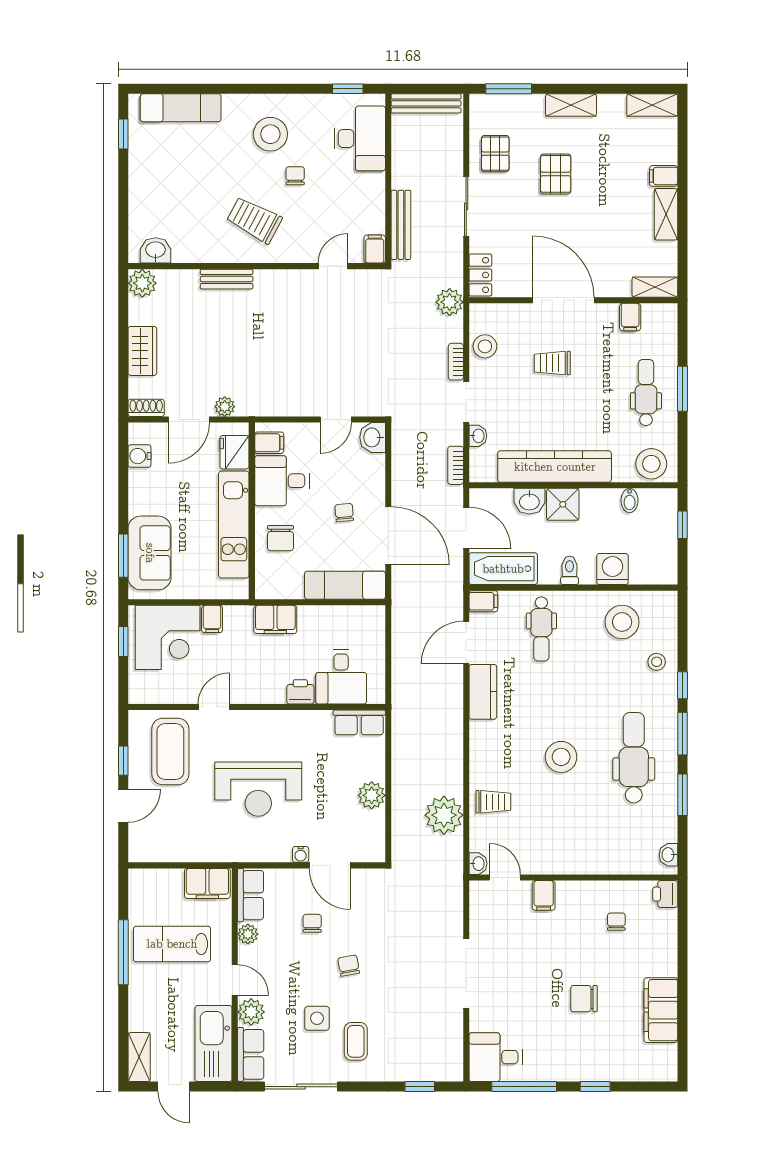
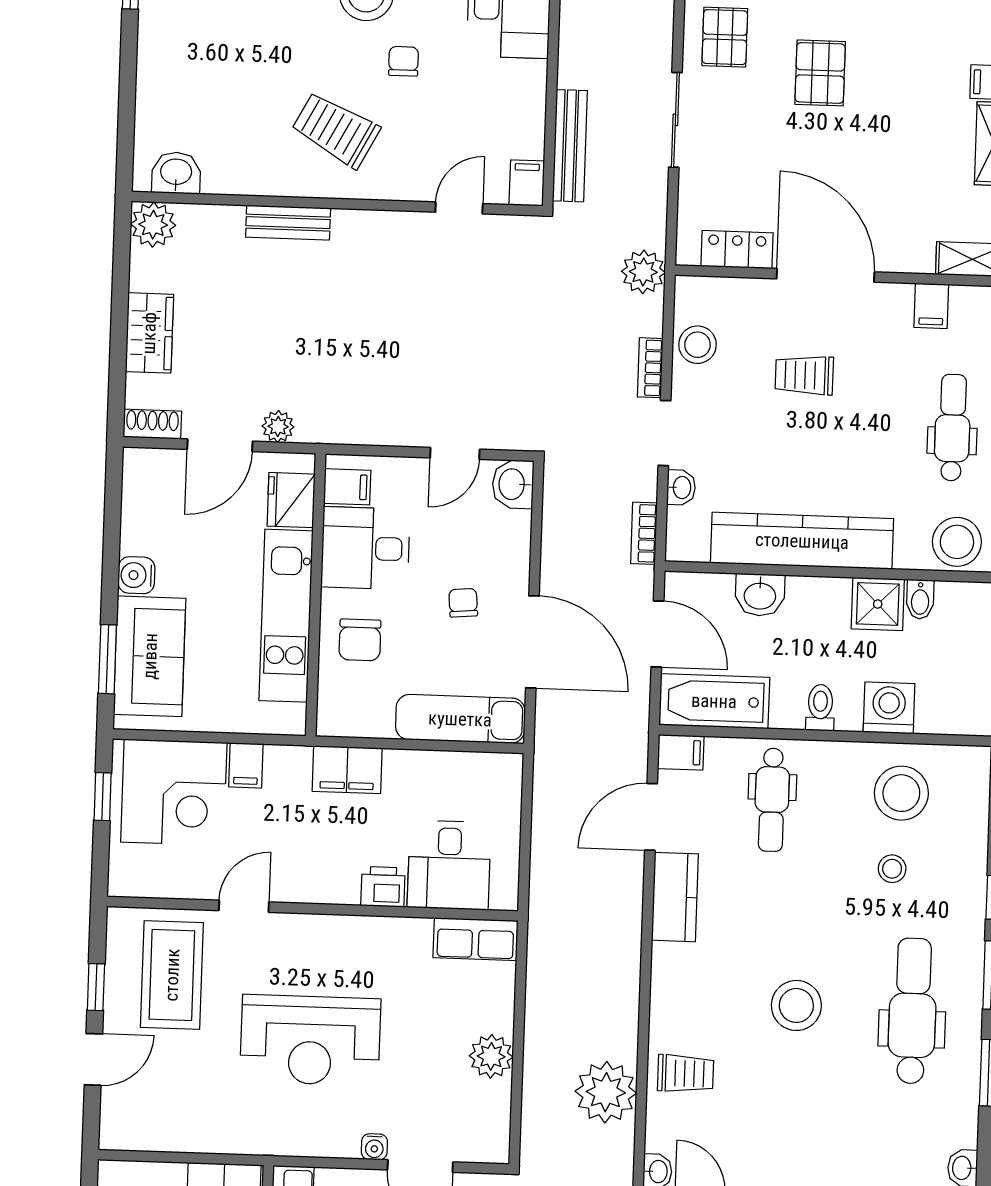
locker: (480, 275) -> (737, 250), moved, turned -90
water cooler: (139, 456) -> (136, 575), moved
shower: (563, 504) -> (878, 604), moved
stool: (657, 662) -> (892, 869), moved

